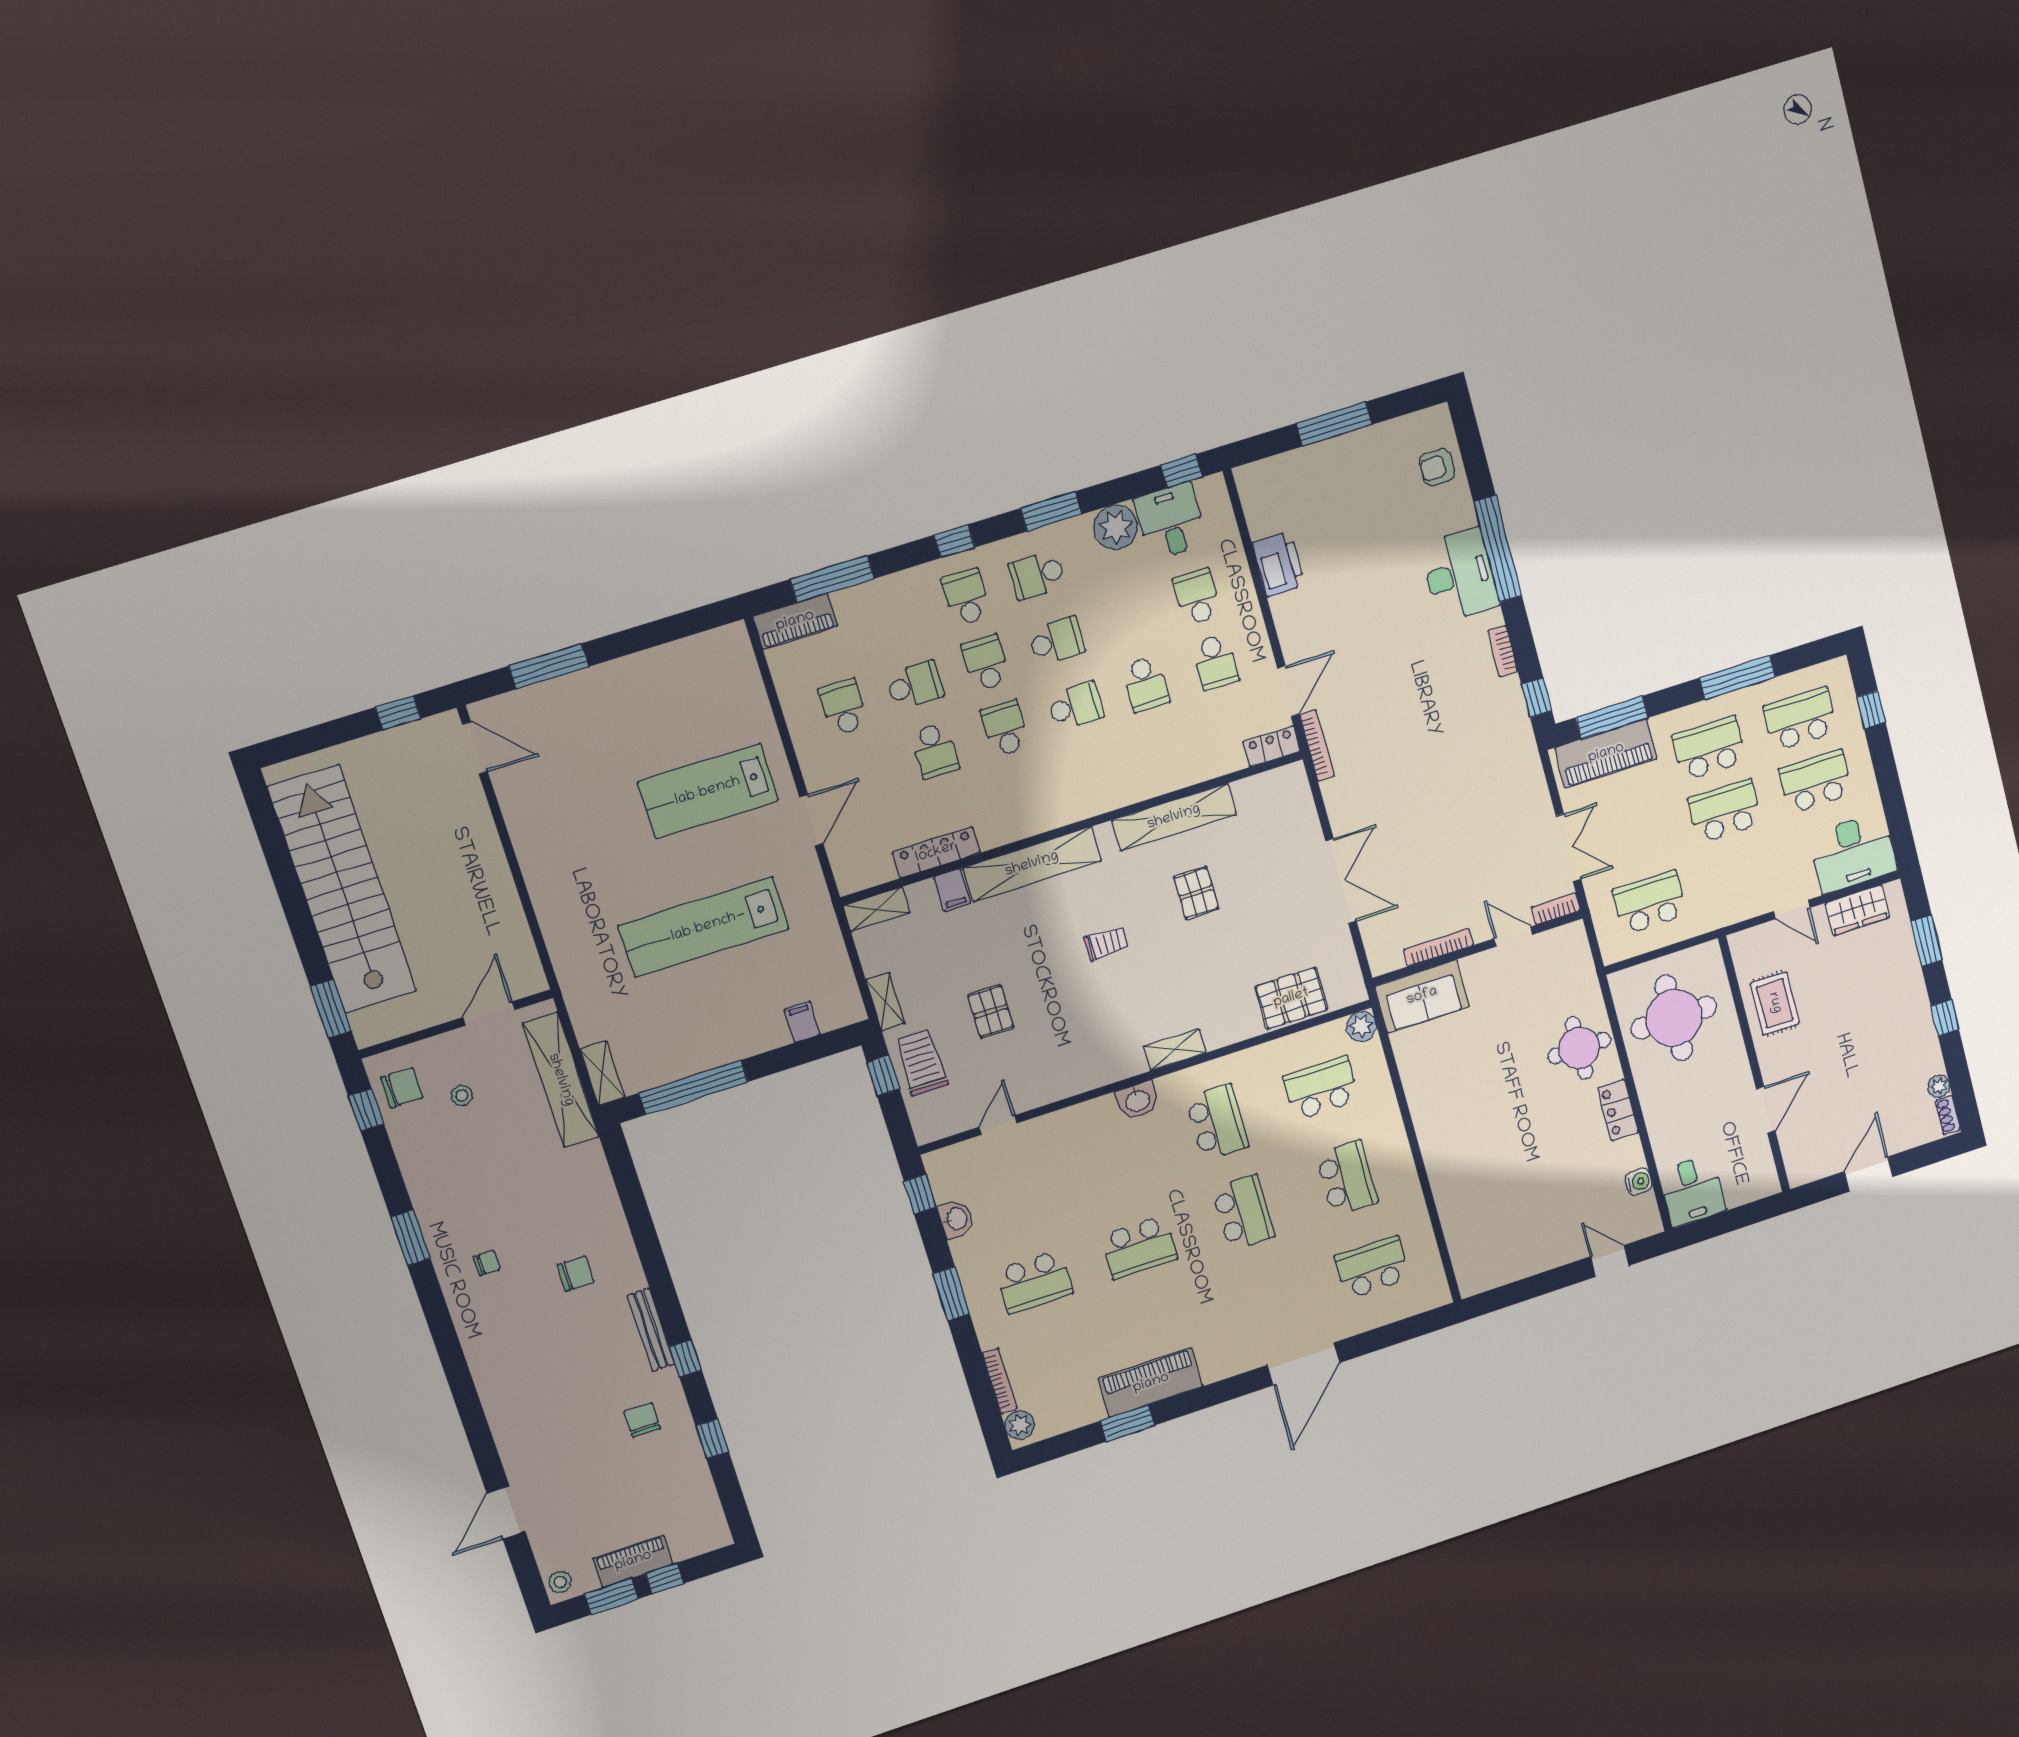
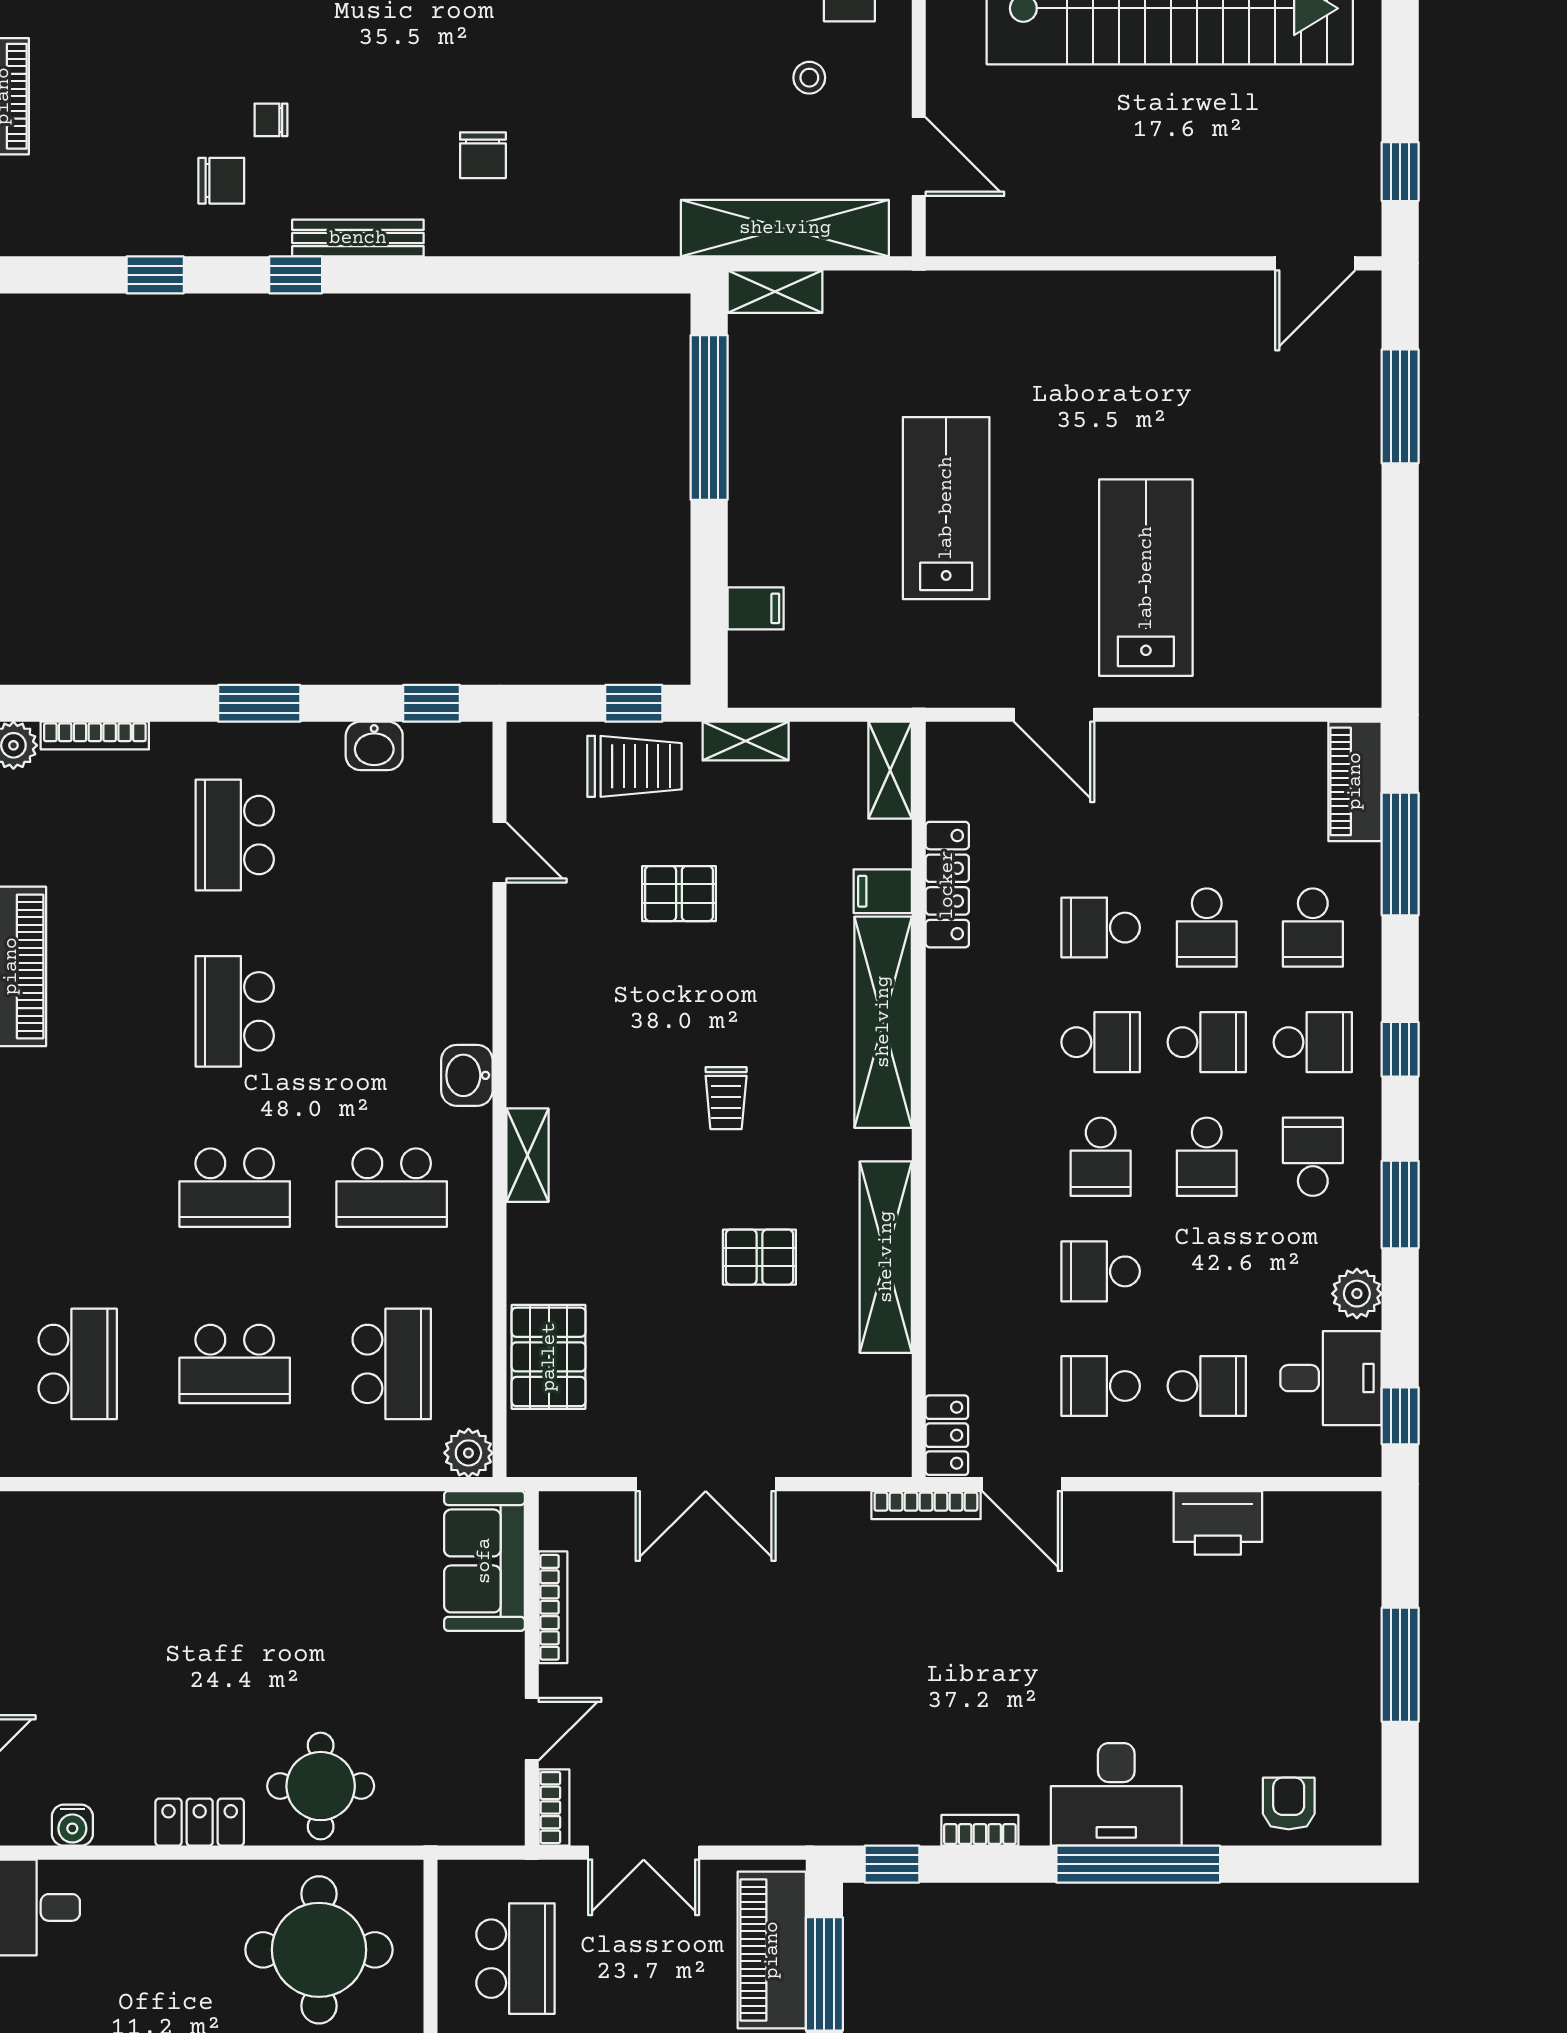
plant: (1115, 527) -> (1357, 1294), width x0.73, depth x0.73
school desk: (843, 707) -> (1313, 928), moved, turned 90
lab bench: (704, 927) -> (946, 508), width x0.73
chair: (487, 1263) -> (271, 120), moved, turned 90

